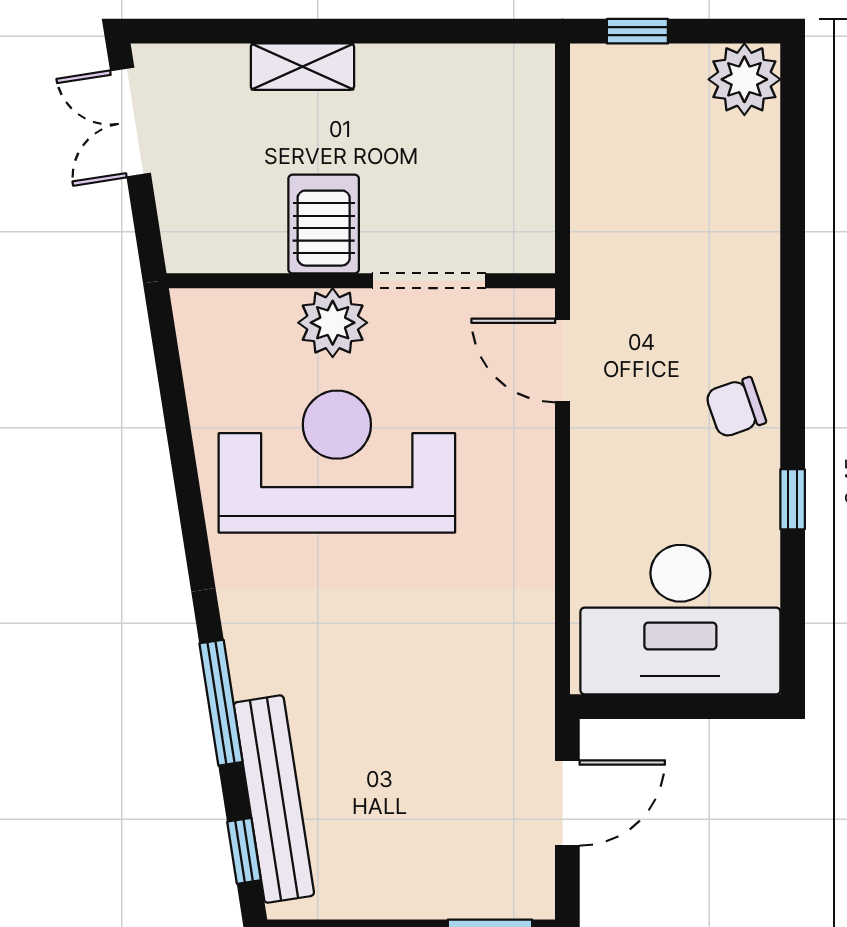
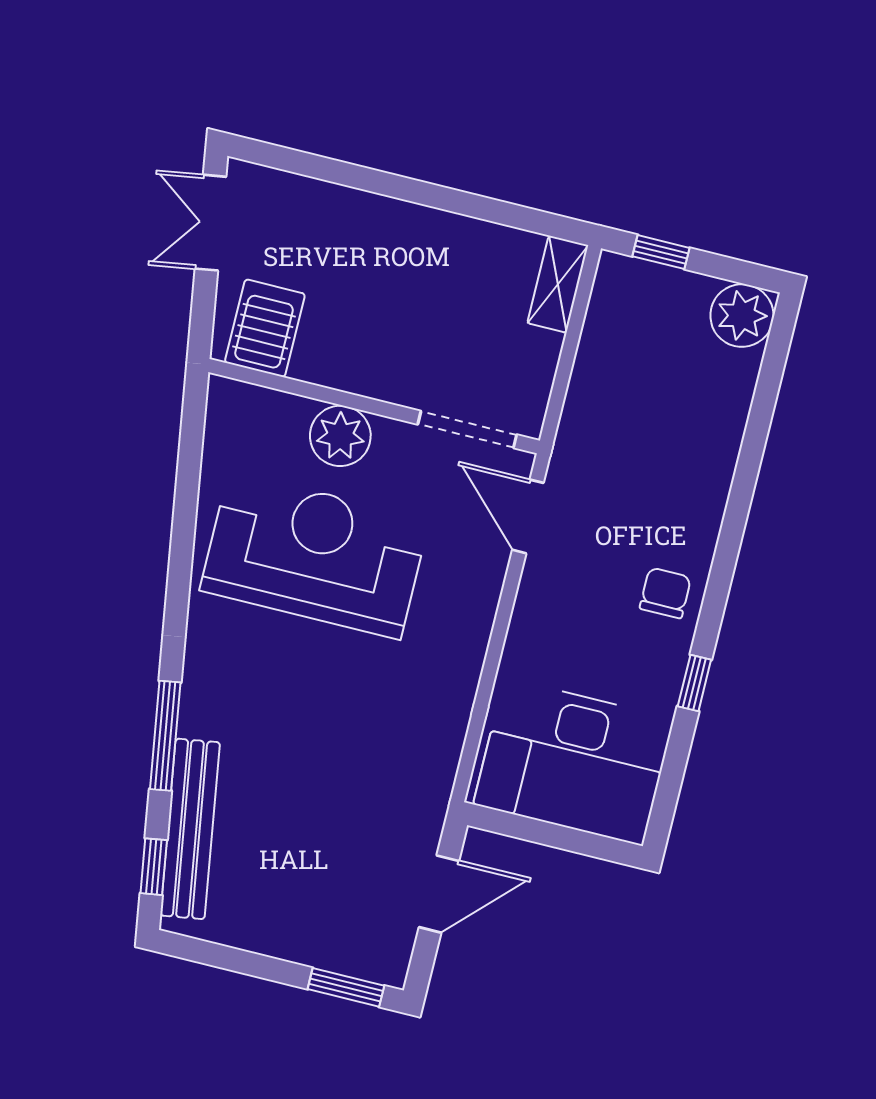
shelving: (302, 67) -> (558, 284), moved, turned 90
server rack: (324, 224) -> (265, 328), moved
doorway: (429, 281) -> (467, 430), moved
chair: (736, 407) -> (665, 593), turned 109

